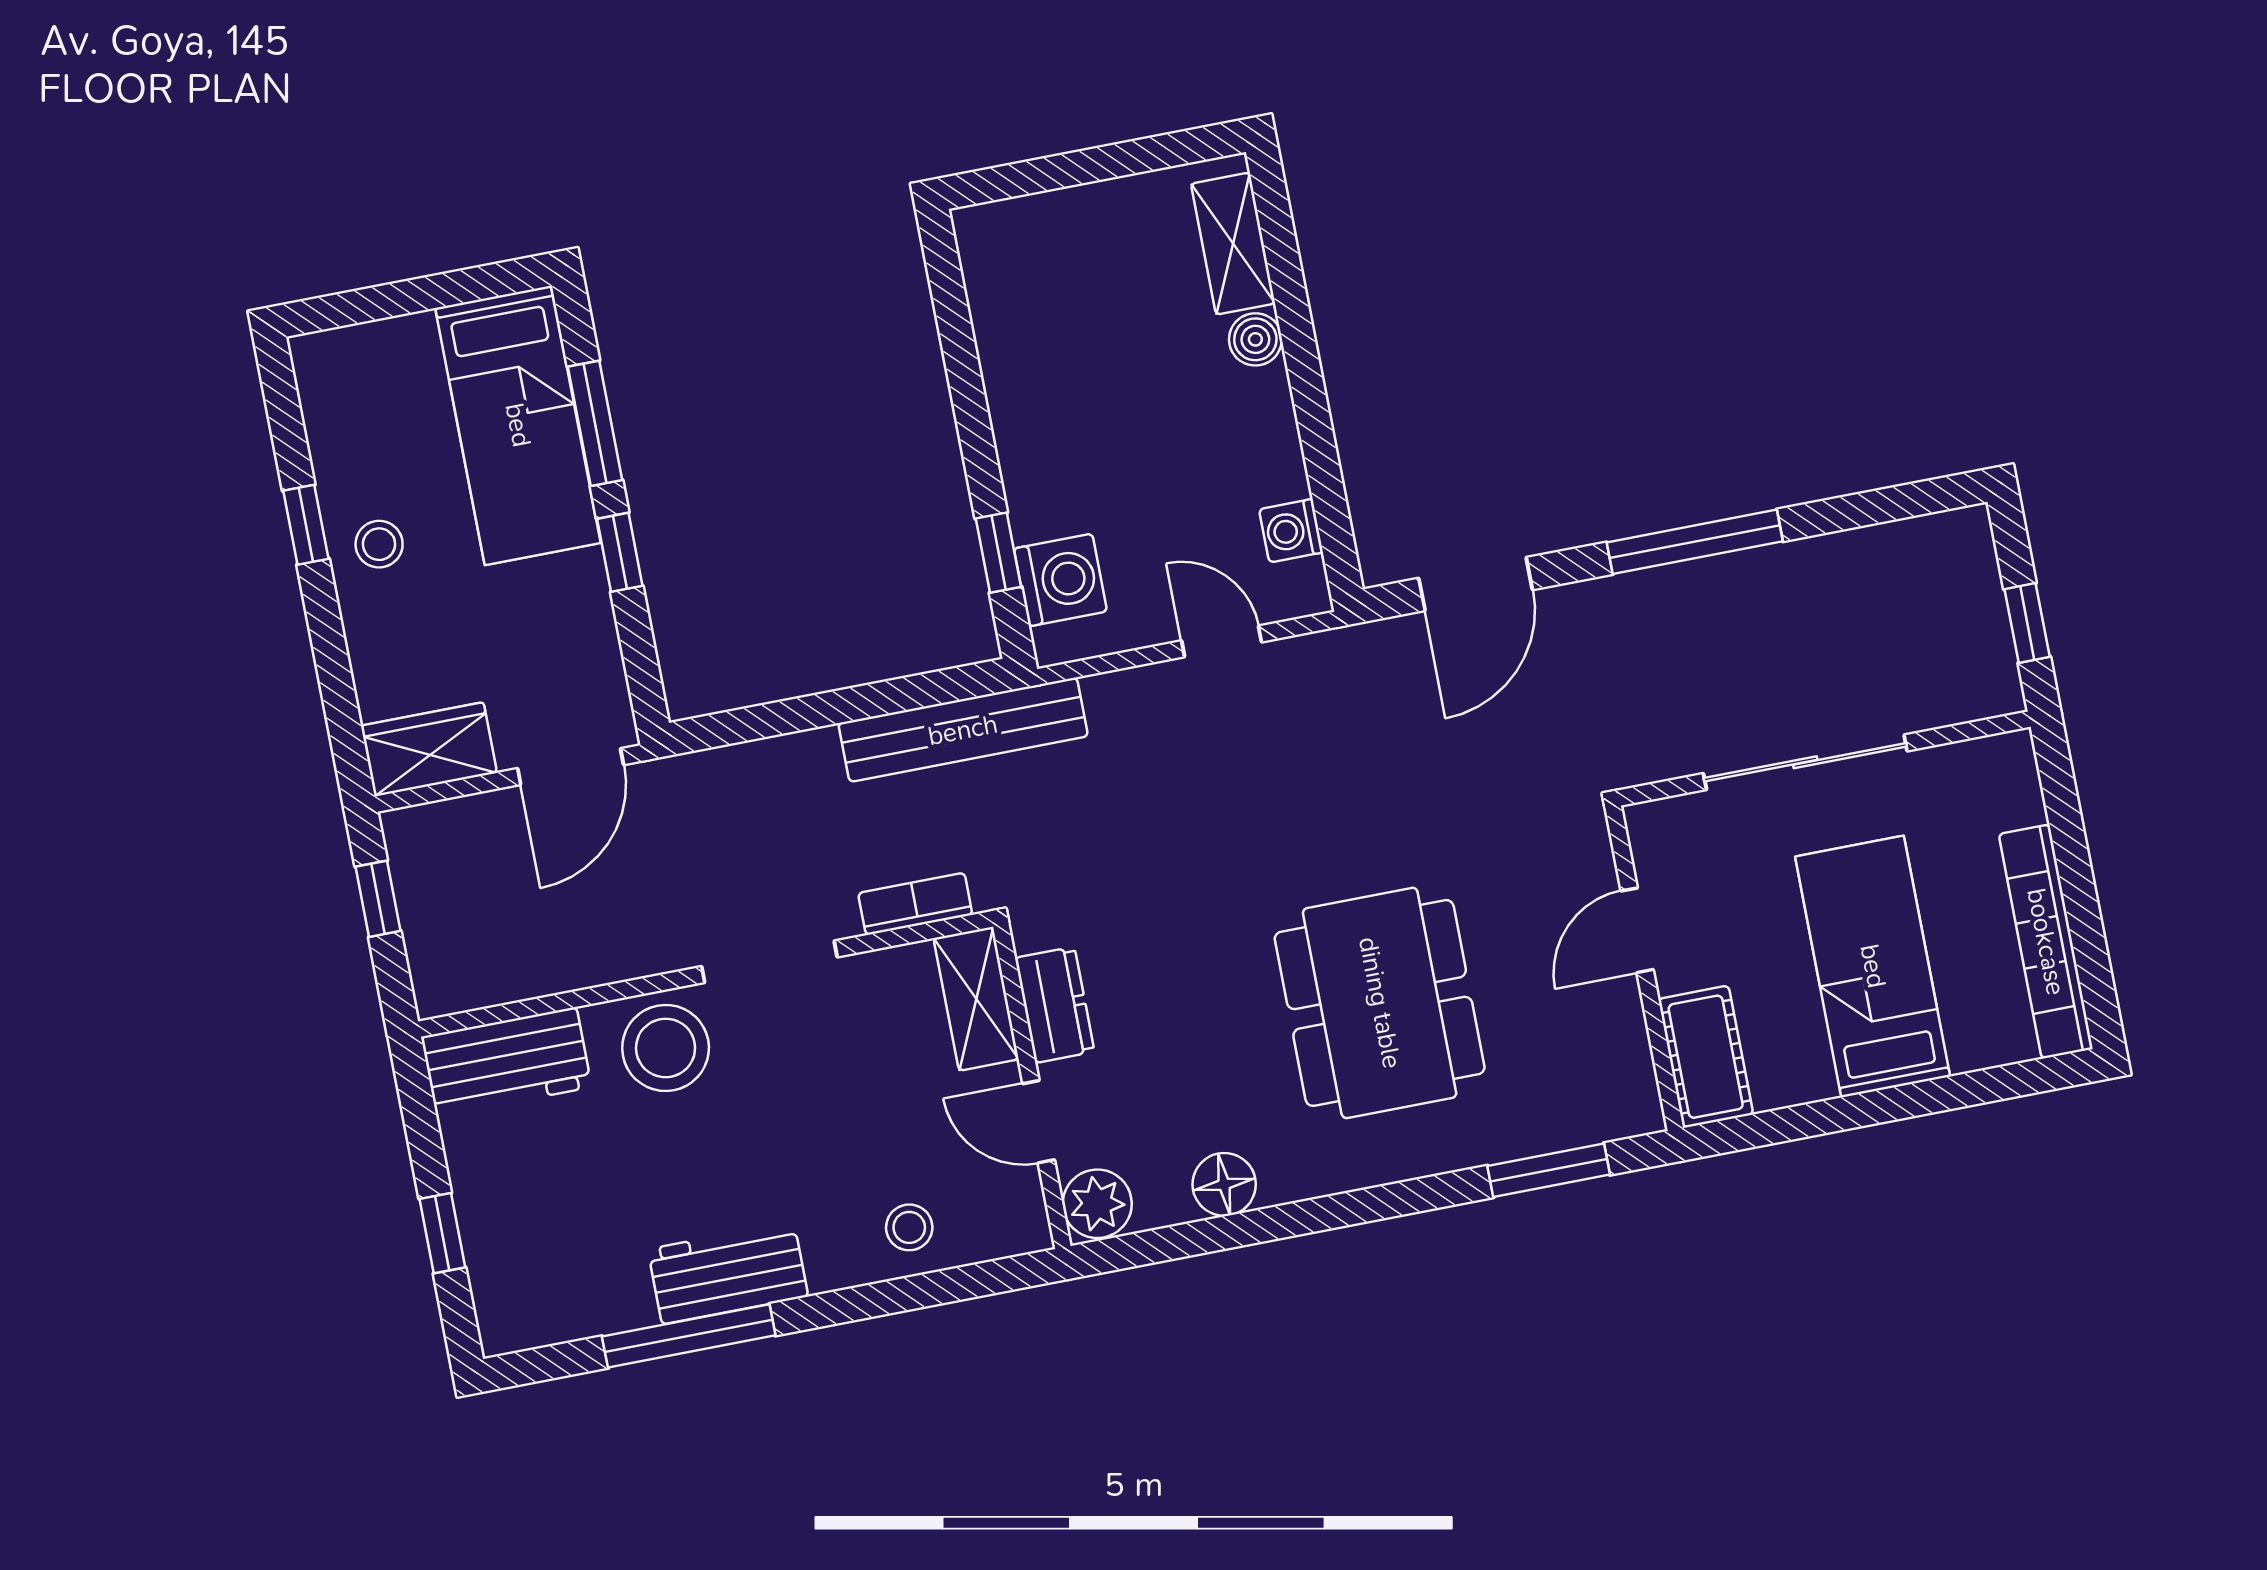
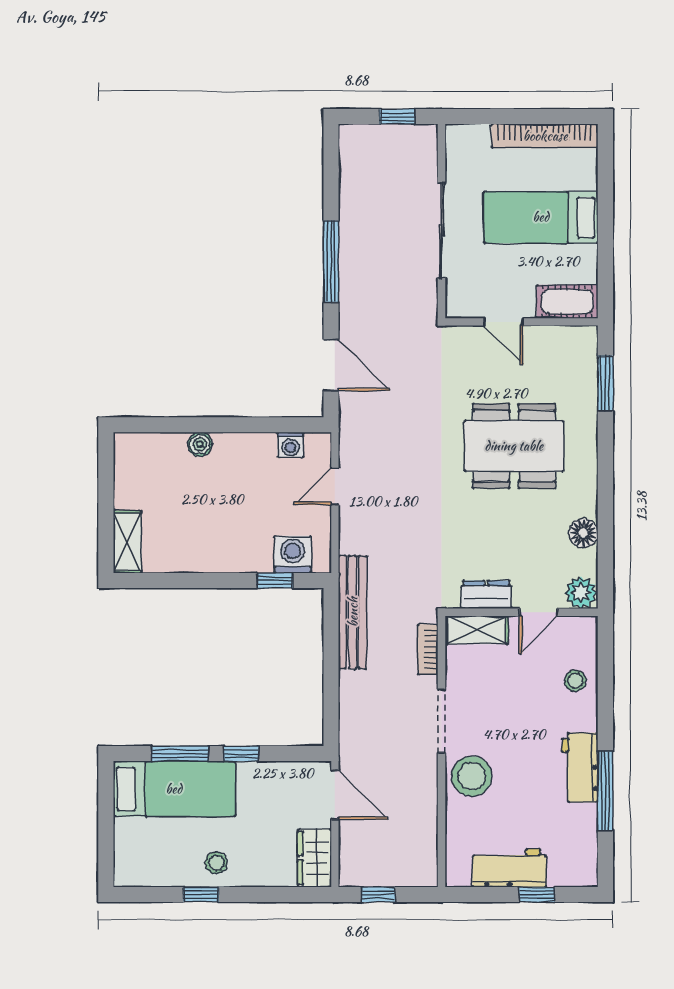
shelving: (1233, 244) -> (127, 542), moved, turned 90
workbench: (506, 1062) -> (509, 868), moved, turned -90

